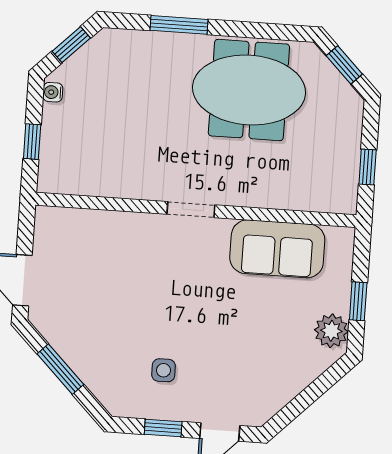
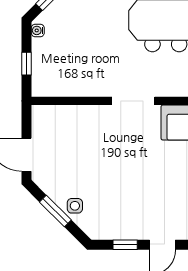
doorway: (191, 210) -> (133, 101), width x1.38
side table: (164, 370) -> (75, 206), moved

